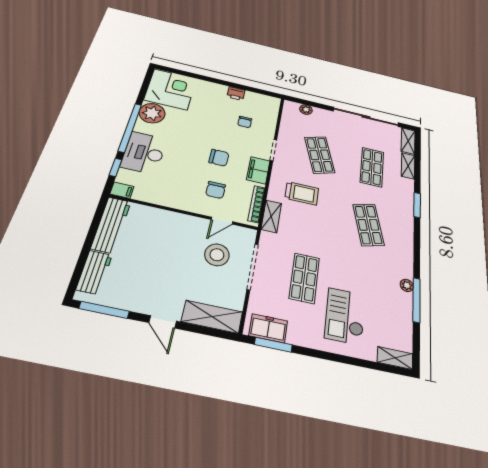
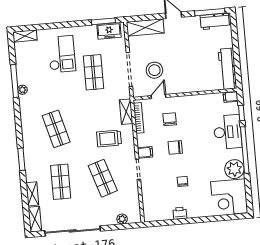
chair: (245, 122) -> (183, 181), moved
filing cabinet: (258, 170) -> (145, 152), width x0.50
workbench: (94, 272) -> (215, 21), moved, turned -90

